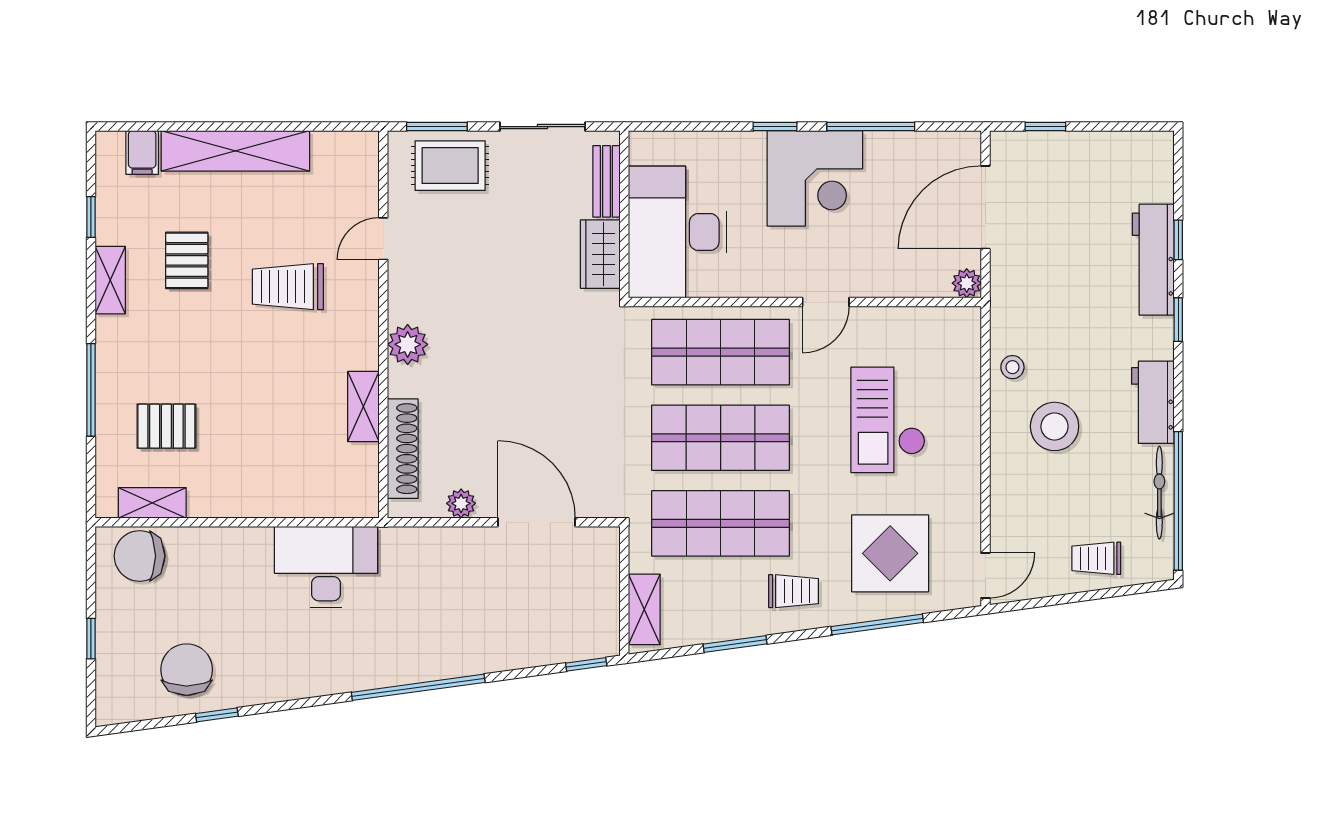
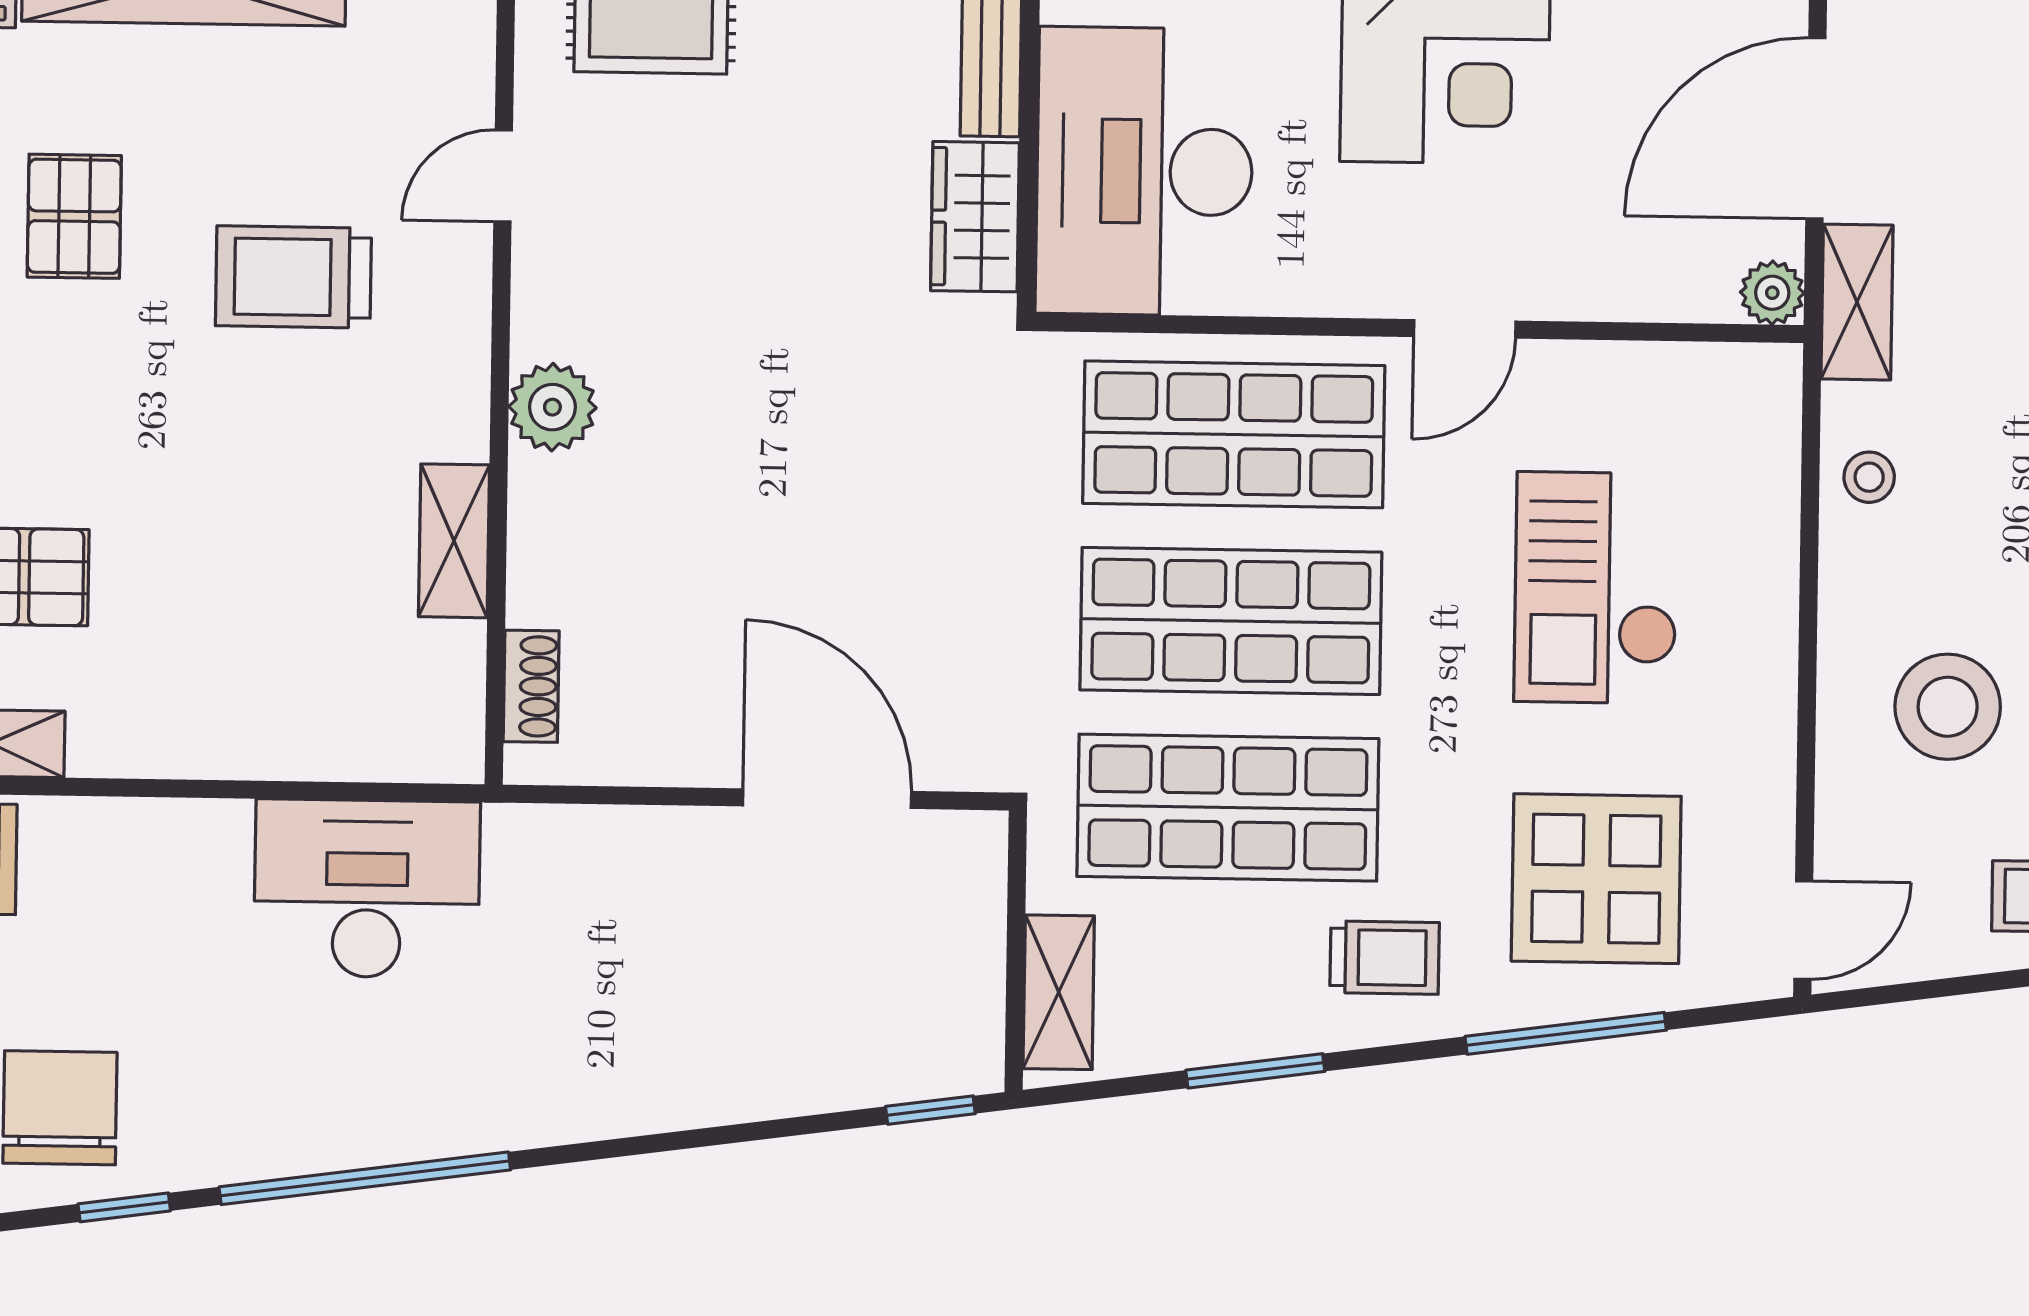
shelving: (1006, 287) -> (1857, 302), added
stool: (1055, 426) -> (1948, 707), moved
shoe rack: (403, 449) -> (531, 686), width x0.51, depth x0.81
plant: (461, 503) -> (663, 755), removed
window: (418, 687) -> (365, 1178), moved

